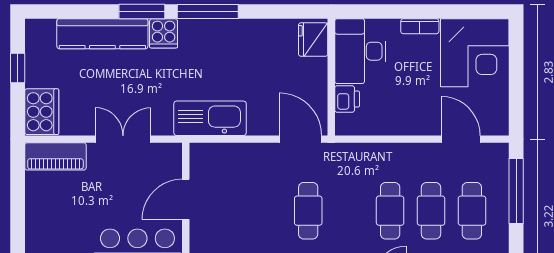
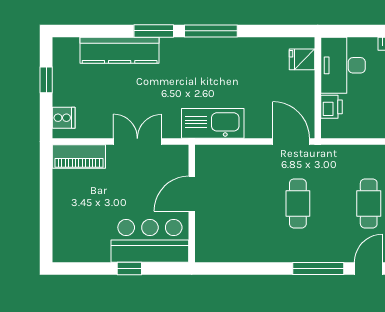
cooker: (164, 33) -> (173, 50), removed
fridge: (313, 40) -> (302, 59), width x0.72
cooker: (42, 112) -> (64, 118), width x0.53, depth x0.76

